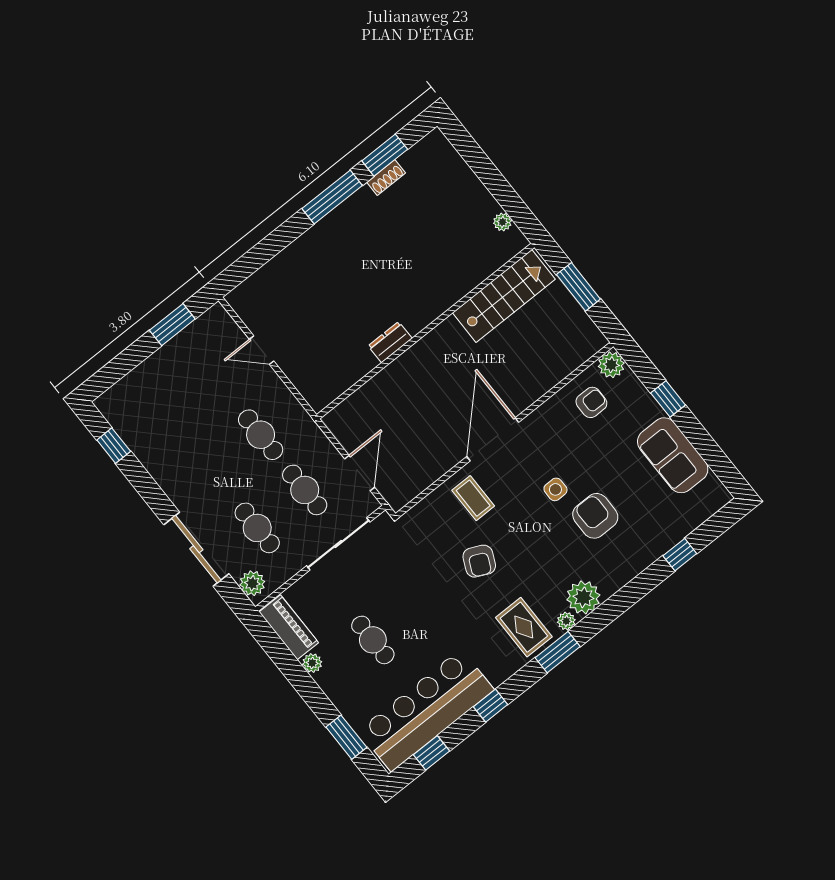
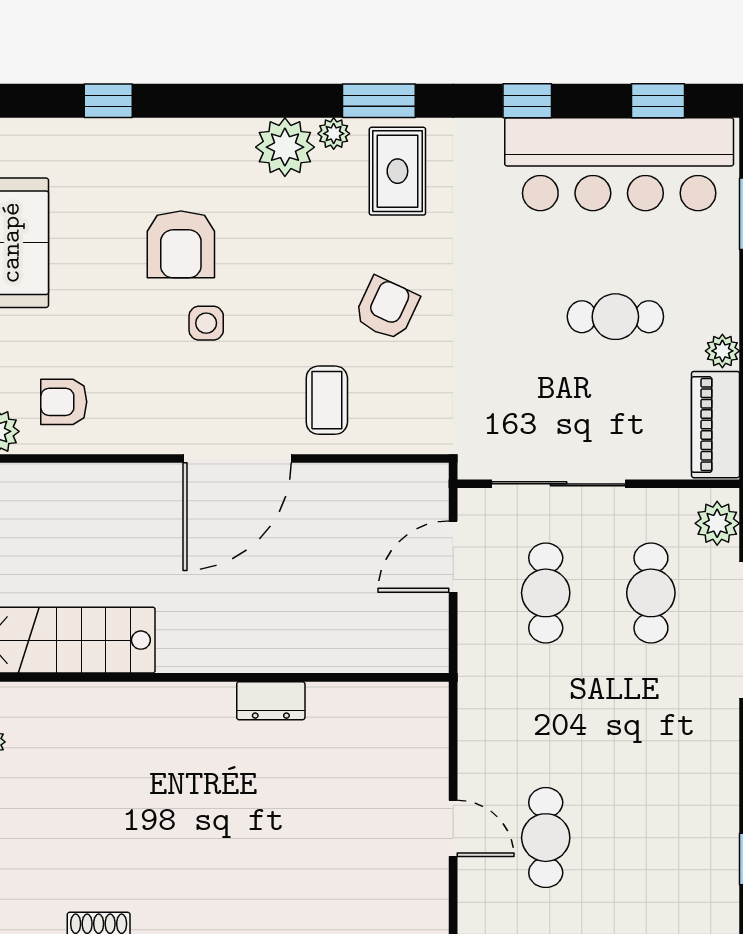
cafe table: (261, 435) -> (546, 838), moved
cafe table: (373, 640) -> (615, 317), turned 90

